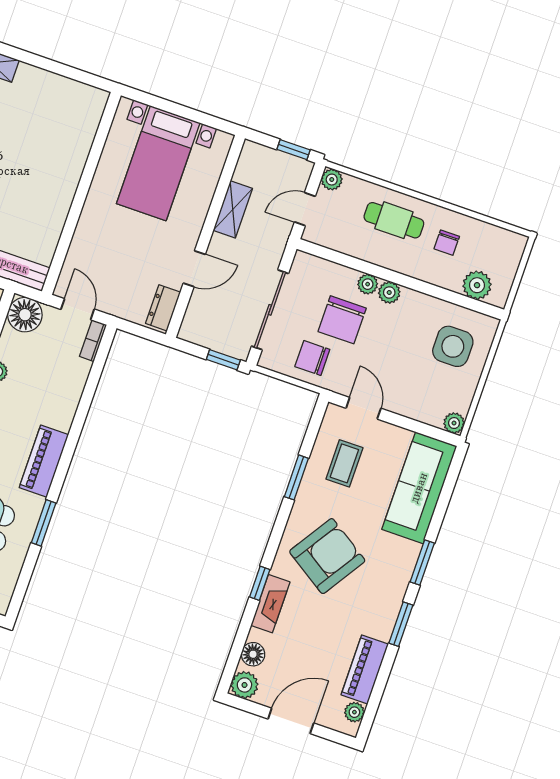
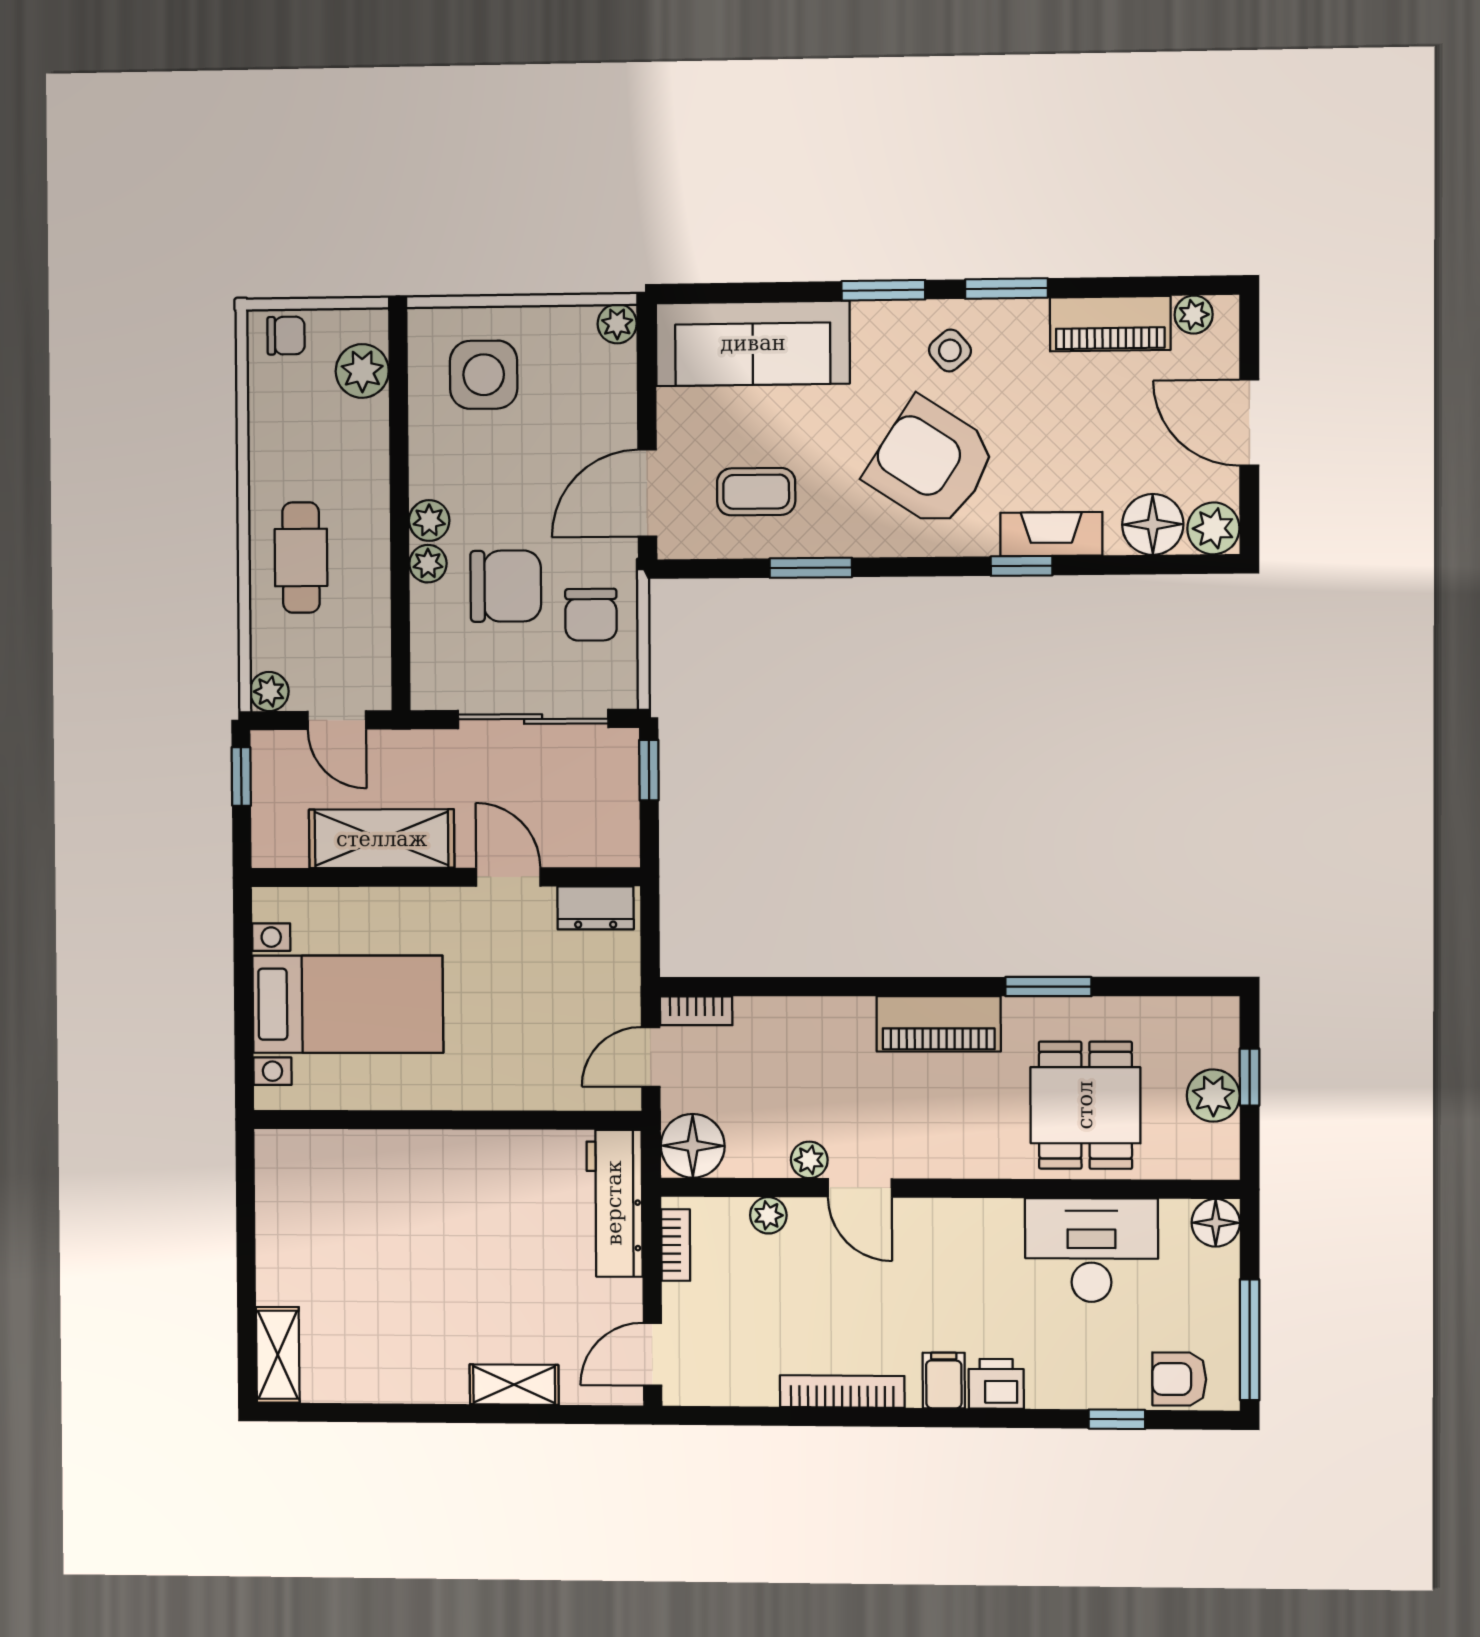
shelving: (233, 209) -> (382, 839), width x1.50, depth x1.33
chair: (447, 243) -> (286, 336), moved
door: (363, 408) -> (647, 493), width x1.38
side table: (380, 585) -> (950, 350), added
floor lamp: (253, 654) -> (1153, 524), width x1.38, depth x1.38

